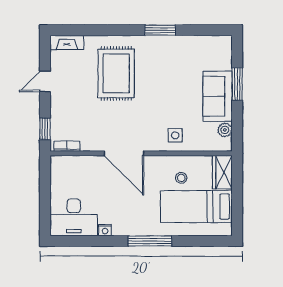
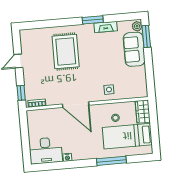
fireplace: (67, 42) -> (106, 27), moved
window: (237, 84) -> (146, 36), moved
sofa: (218, 96) -> (134, 49), moved
plant: (225, 130) -> (137, 26), moved
window: (150, 241) -> (111, 161), moved

